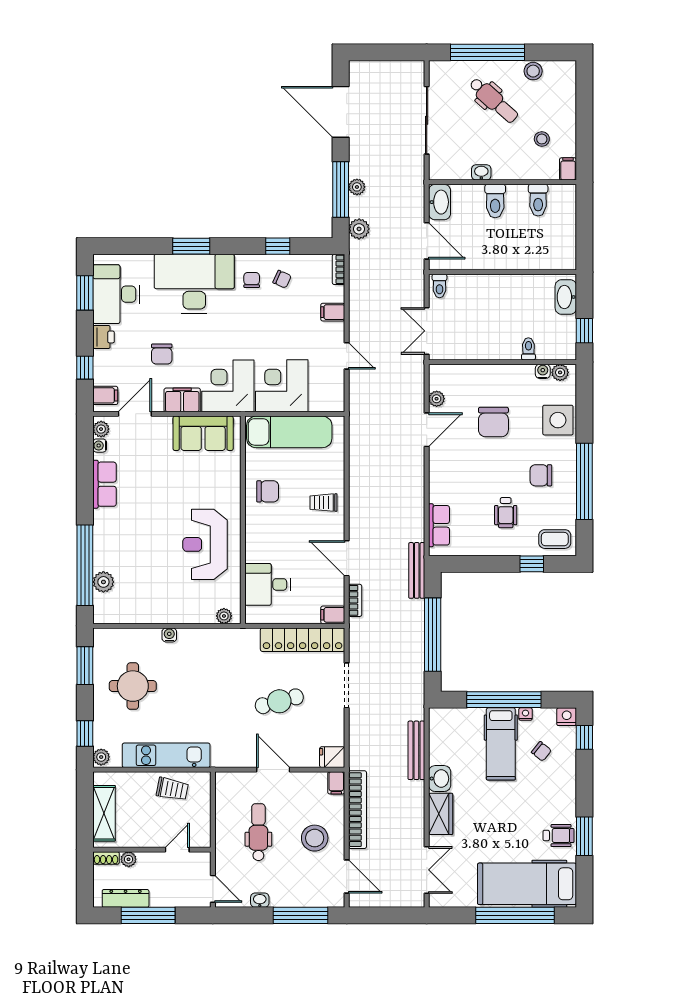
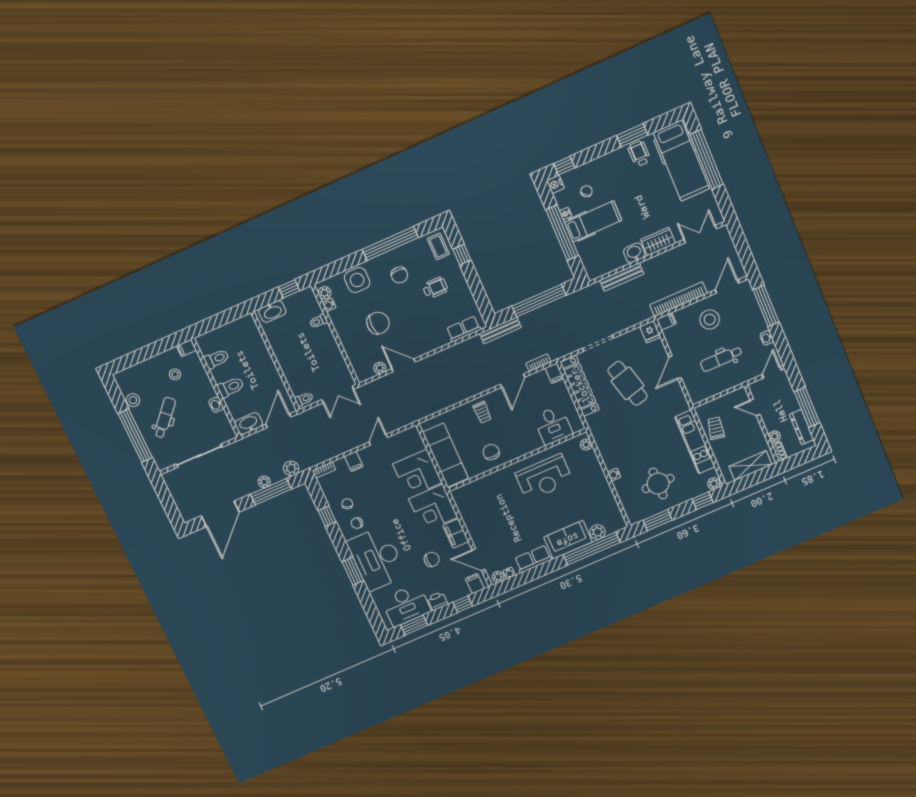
sofa: (203, 433) -> (568, 540), moved, turned -90
cafe table: (279, 701) -> (627, 383), width x1.37, depth x1.35

